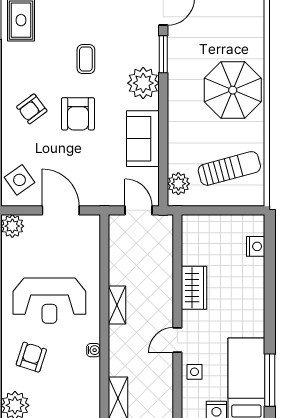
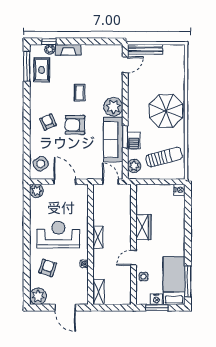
window: (163, 54) -> (125, 137), moved
armchair: (32, 109) -> (48, 122), turned 103
armchair: (78, 114) -> (75, 125), turned 90
sofa: (143, 139) -> (113, 140), width x1.36
barbecue: (178, 141) -> (134, 141), added
nightstand: (256, 246) -> (179, 190), moved
reception desk: (49, 301) -> (58, 235), turned 180

